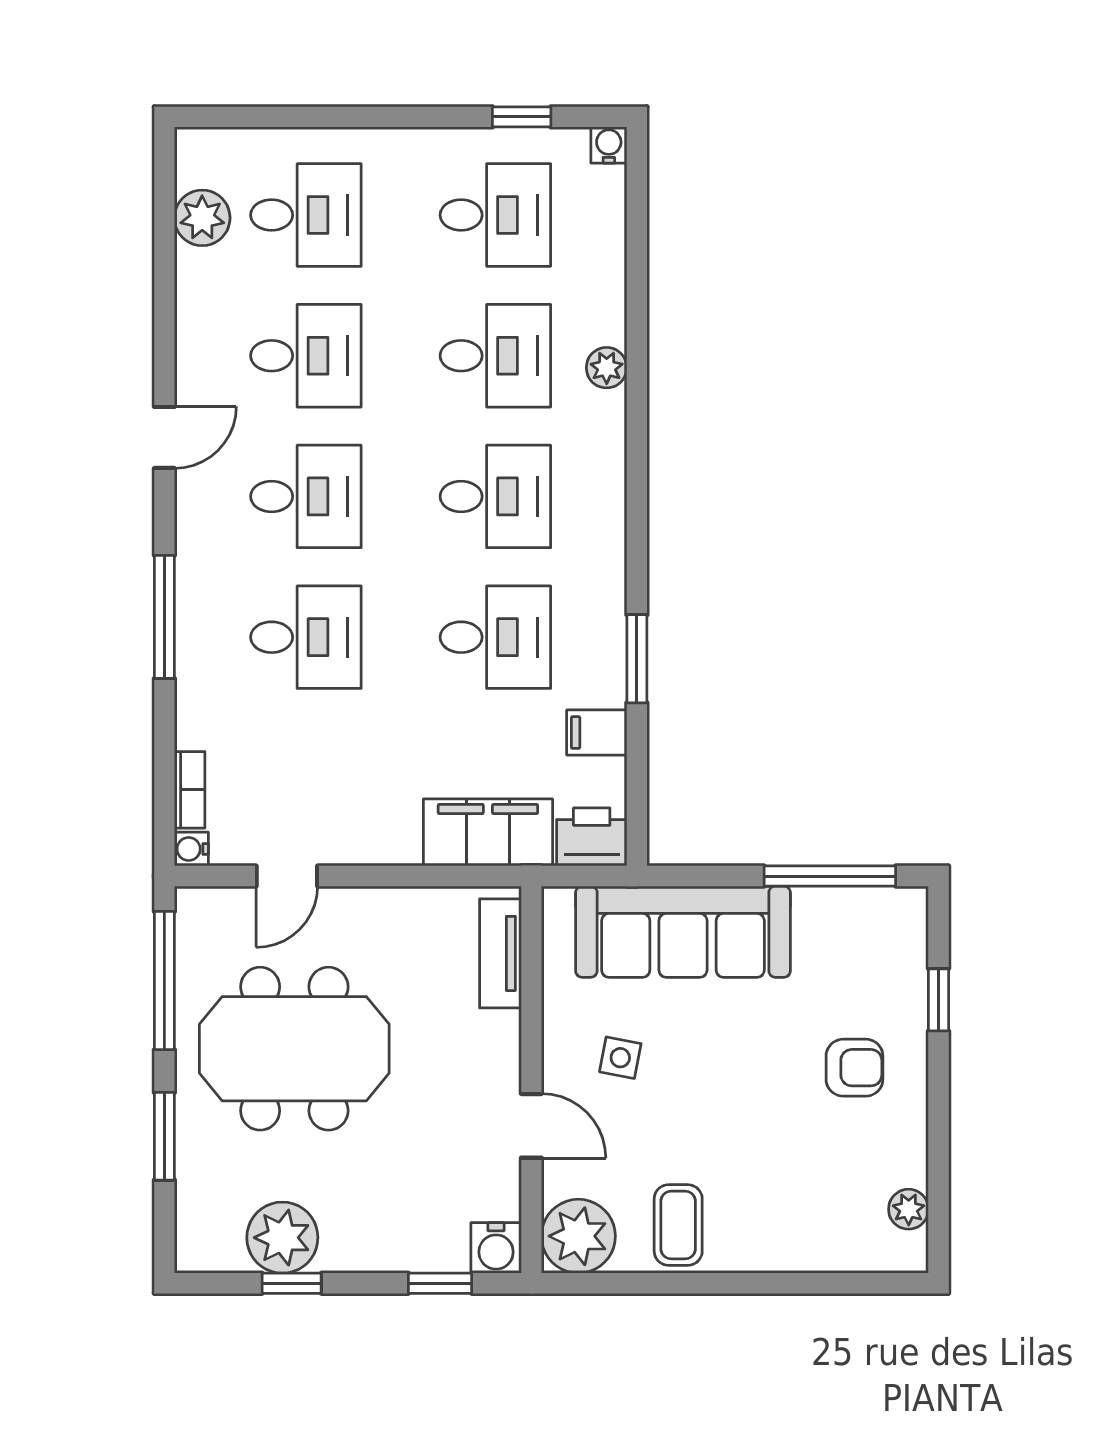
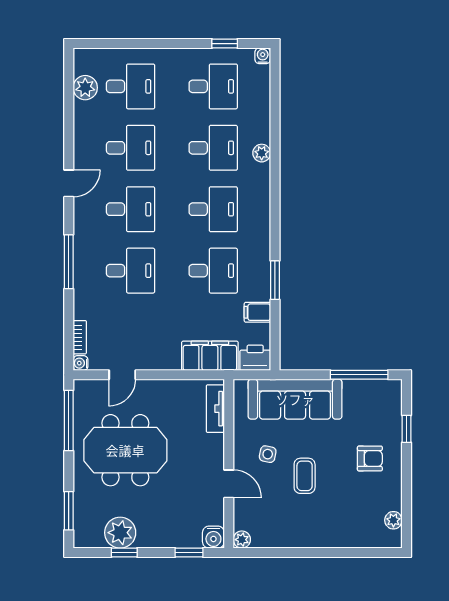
window: (164, 1136) -> (69, 511), moved
coffee table: (678, 1225) -> (305, 476), moved
plant: (578, 1236) -> (242, 540), width x0.53, depth x0.53

